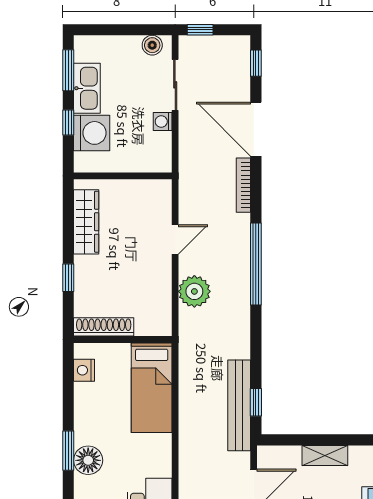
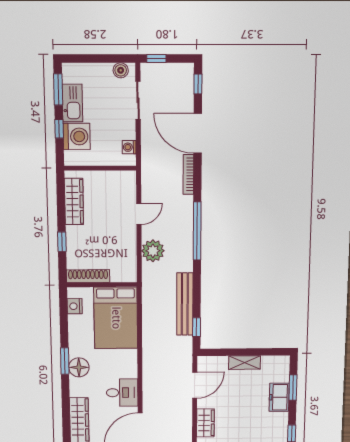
washing machine: (163, 122) -> (129, 147), moved
bed: (152, 388) -> (116, 318), width x1.50
bench: (239, 405) -> (185, 304), moved

